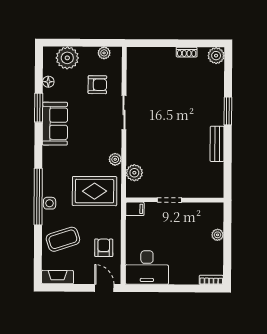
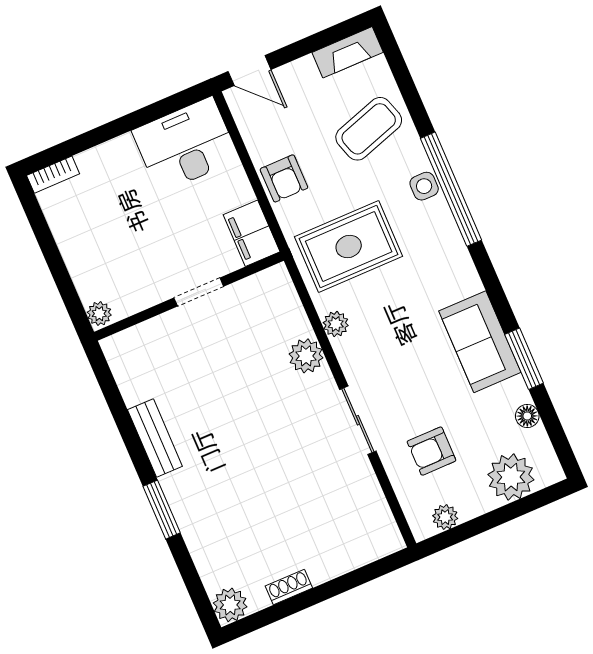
plant: (134, 173) -> (306, 356), moved
filing cabinet: (135, 209) -> (252, 233), width x2.00
plant: (218, 235) -> (99, 314), moved
armchair: (104, 248) -> (284, 178), moved

